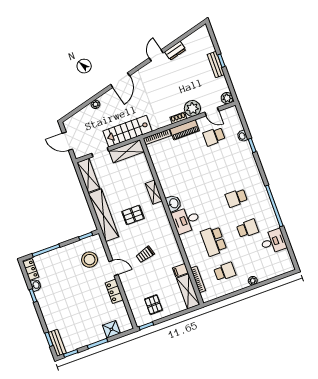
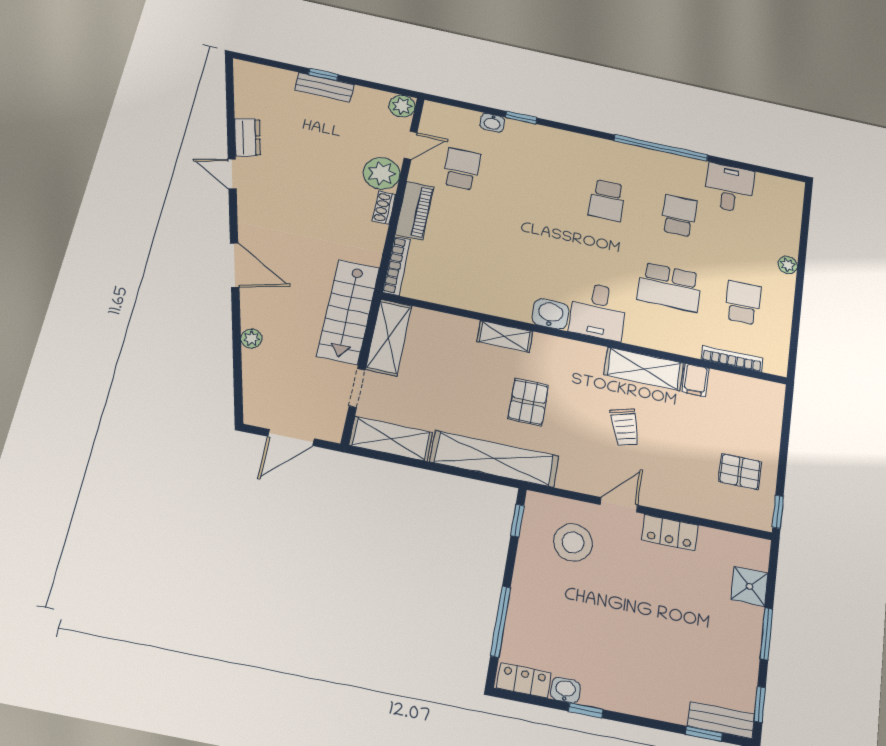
school desk: (214, 136) -> (462, 169), turned 180
shelving: (188, 291) -> (644, 369), moved

